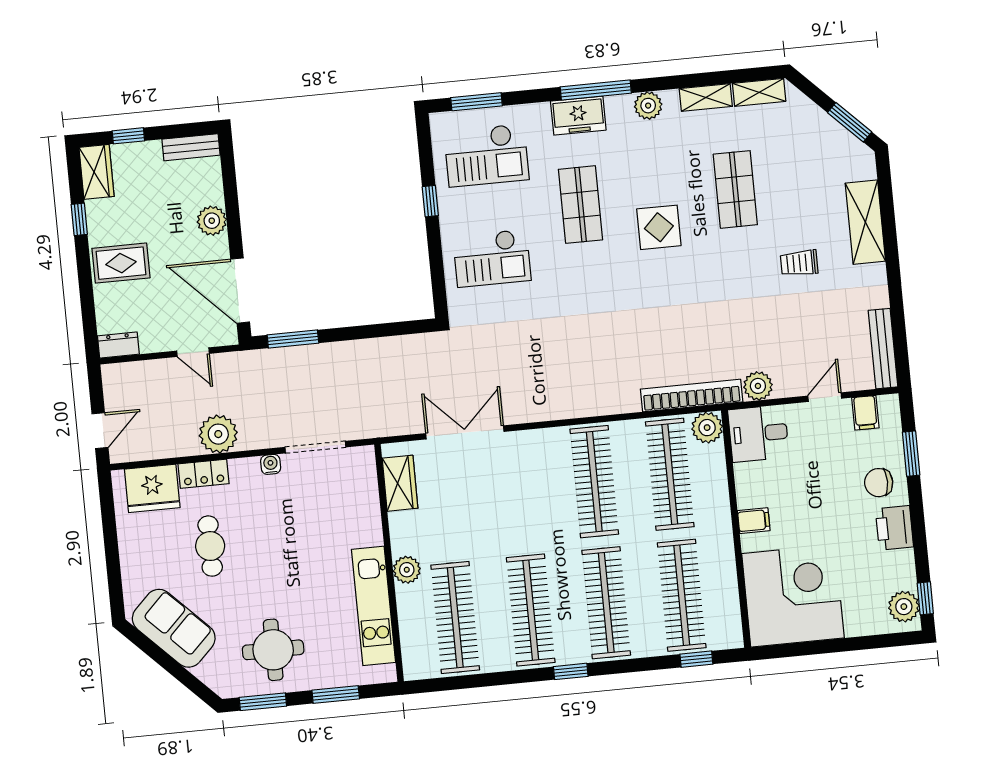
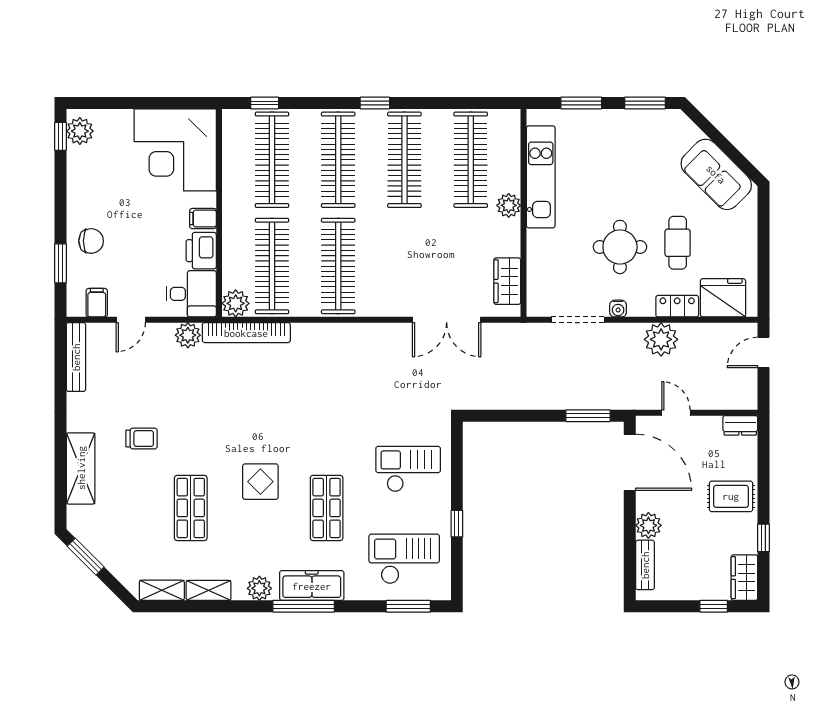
freezer: (578, 116) -> (312, 586), width x1.40
bench: (191, 147) -> (645, 565), moved, turned 90
printer: (894, 528) -> (201, 251), moved, turned 180
round table: (273, 650) -> (620, 247), moved

